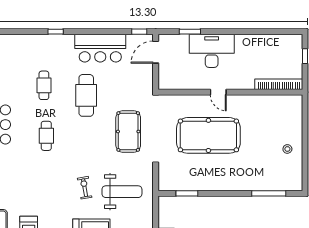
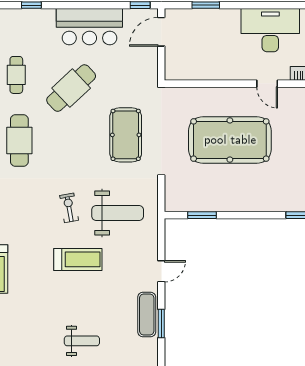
desk: (212, 51) -> (270, 30), moved
door: (218, 92) -> (267, 84), moved
cafe table: (86, 95) -> (71, 88), turned 47
cafe table: (46, 136) -> (19, 141), width x1.37, depth x1.35

